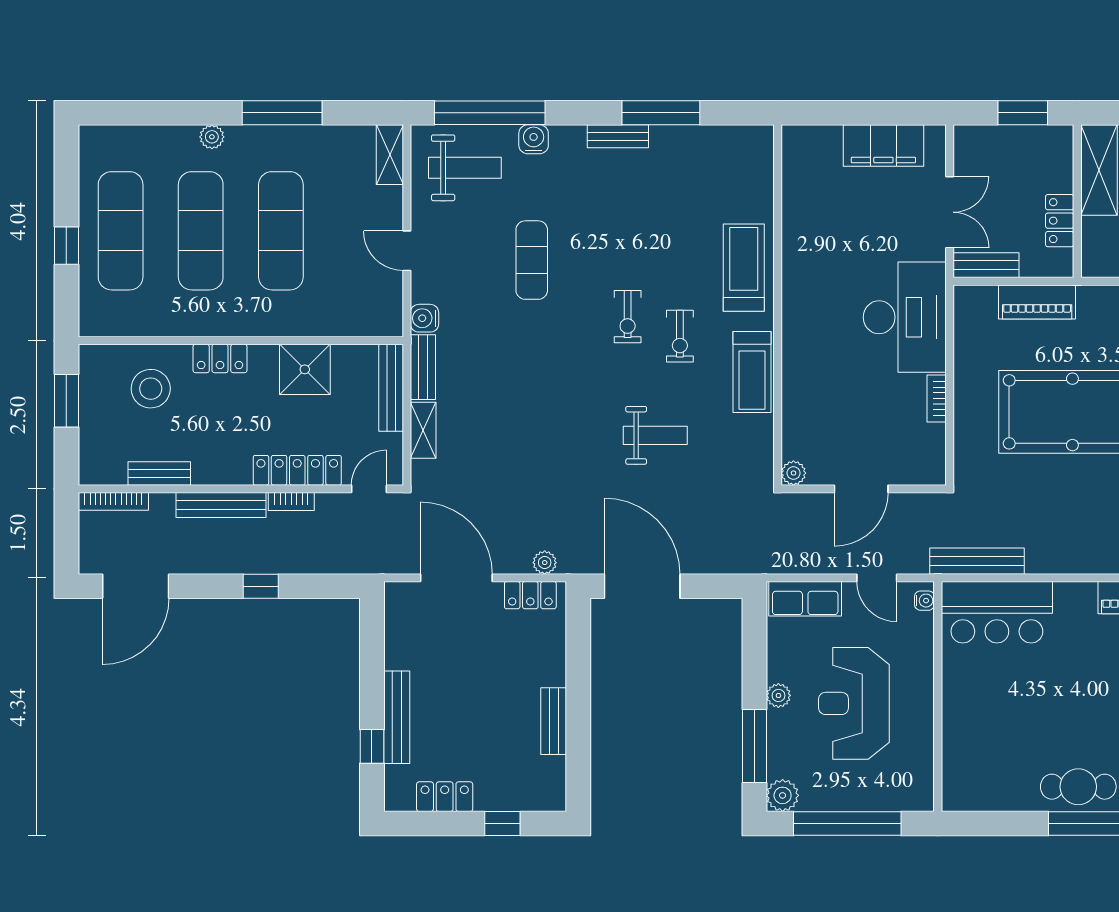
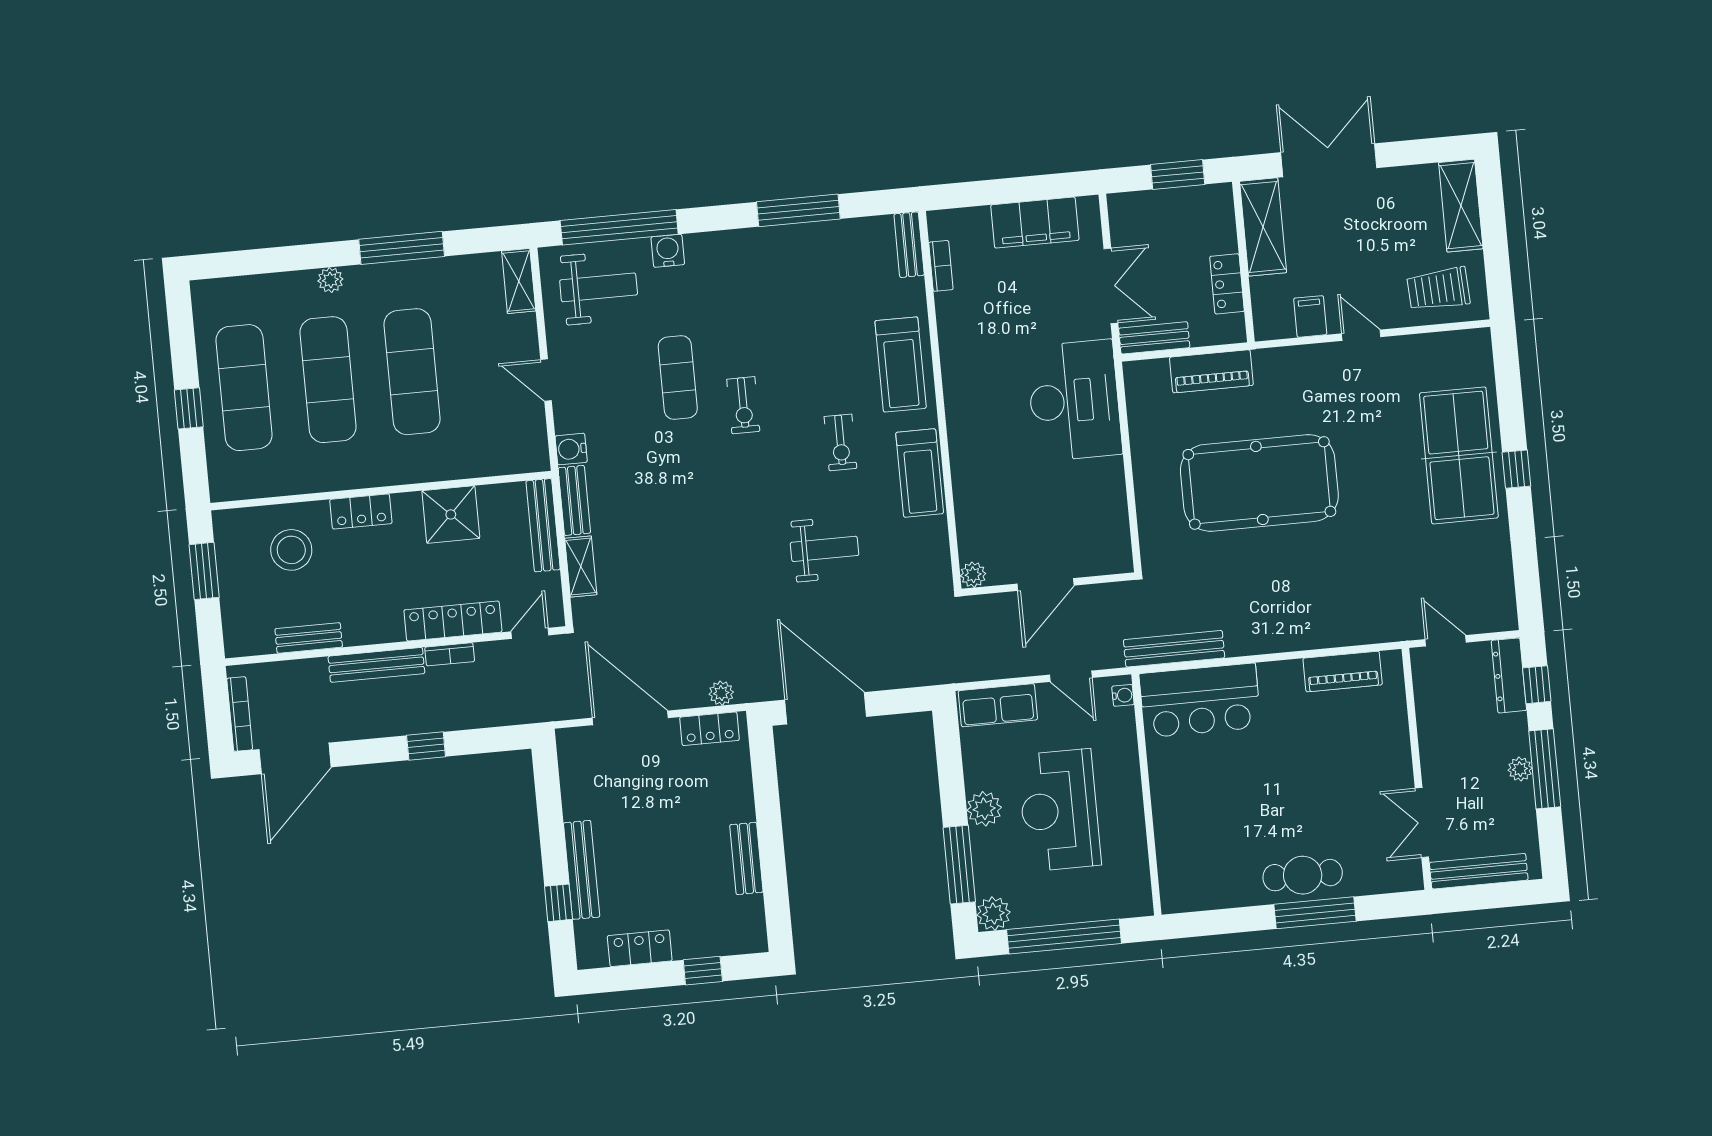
bench: (618, 136) -> (909, 245), moved, turned 90
treadmill: (744, 268) -> (901, 364), turned 180
exercise bike: (628, 317) -> (743, 405), moved
bookcase: (937, 398) -> (941, 266), moved, turned 180
bookcase: (113, 501) -> (240, 714), moved, turned -90
plant: (778, 695) -> (984, 809), width x1.38, depth x1.38

